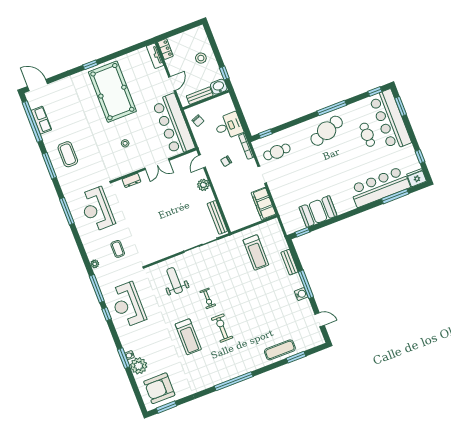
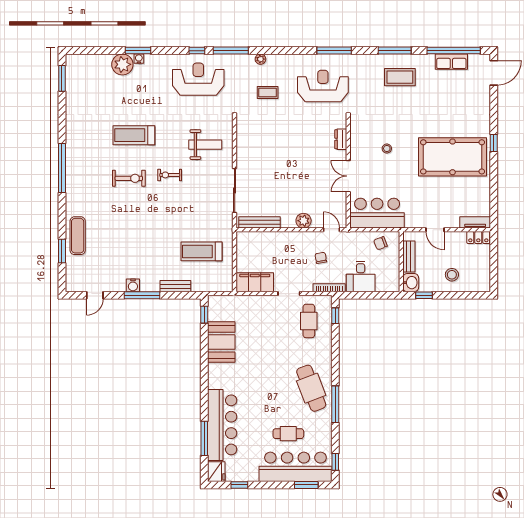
bar counter: (174, 125) -> (377, 213), width x0.73
armchair: (159, 388) -> (87, 78), removed

